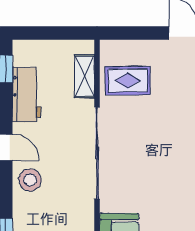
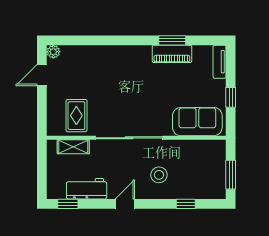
stool: (30, 180) -> (159, 175), moved

